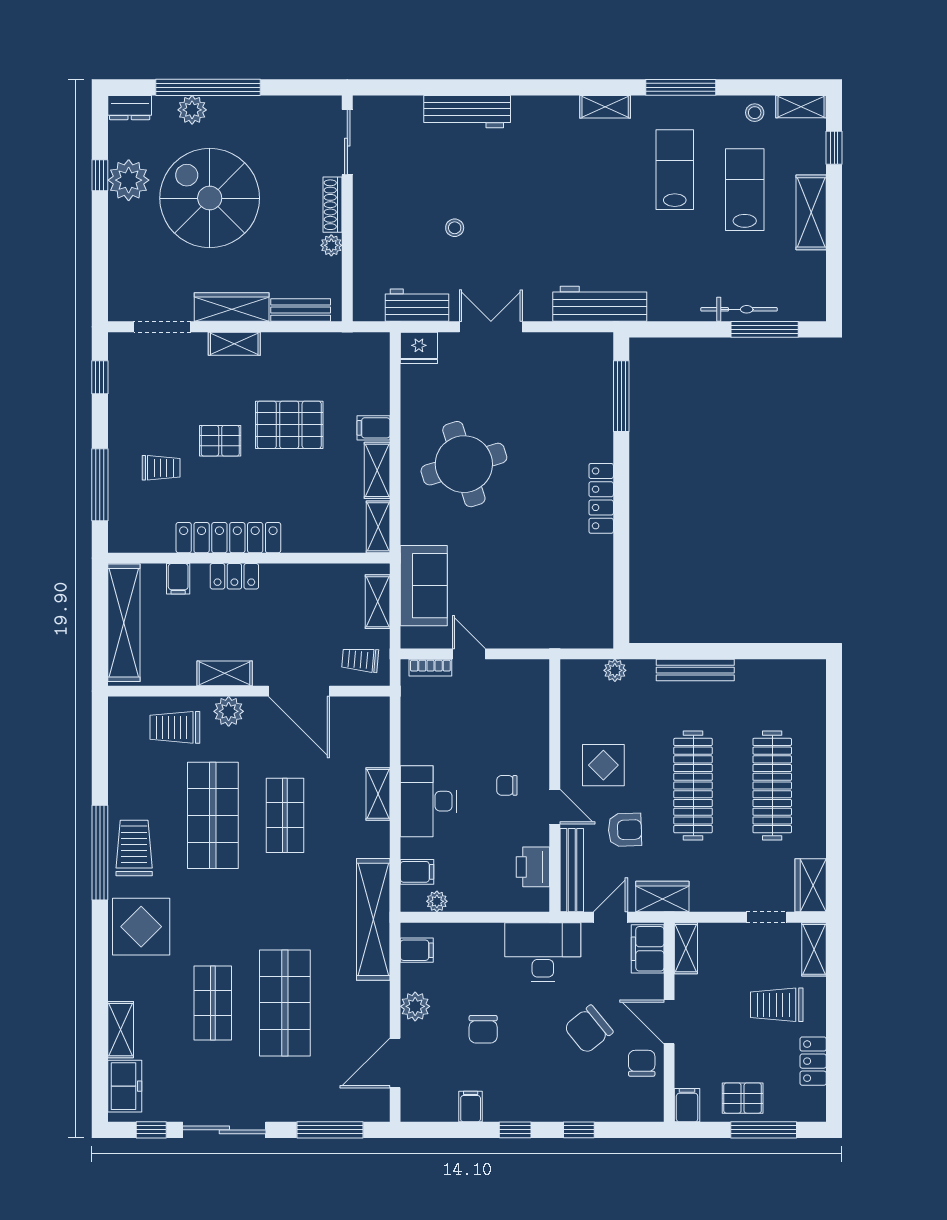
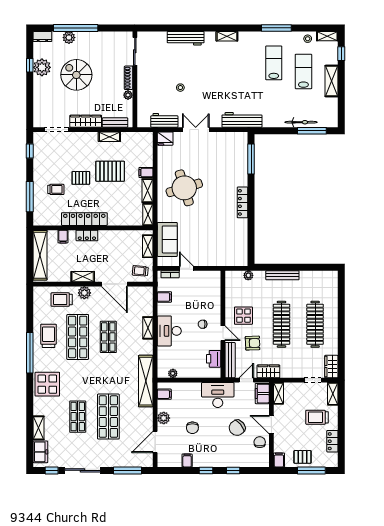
shelving: (605, 107) -> (227, 36), moved
spiral stairs: (210, 198) -> (76, 75), width x0.73, depth x0.73
shelving: (234, 344) -> (109, 137), moved
trolley: (134, 848) -> (48, 336), moved
filing cabinet: (417, 872) -> (164, 297), moved

